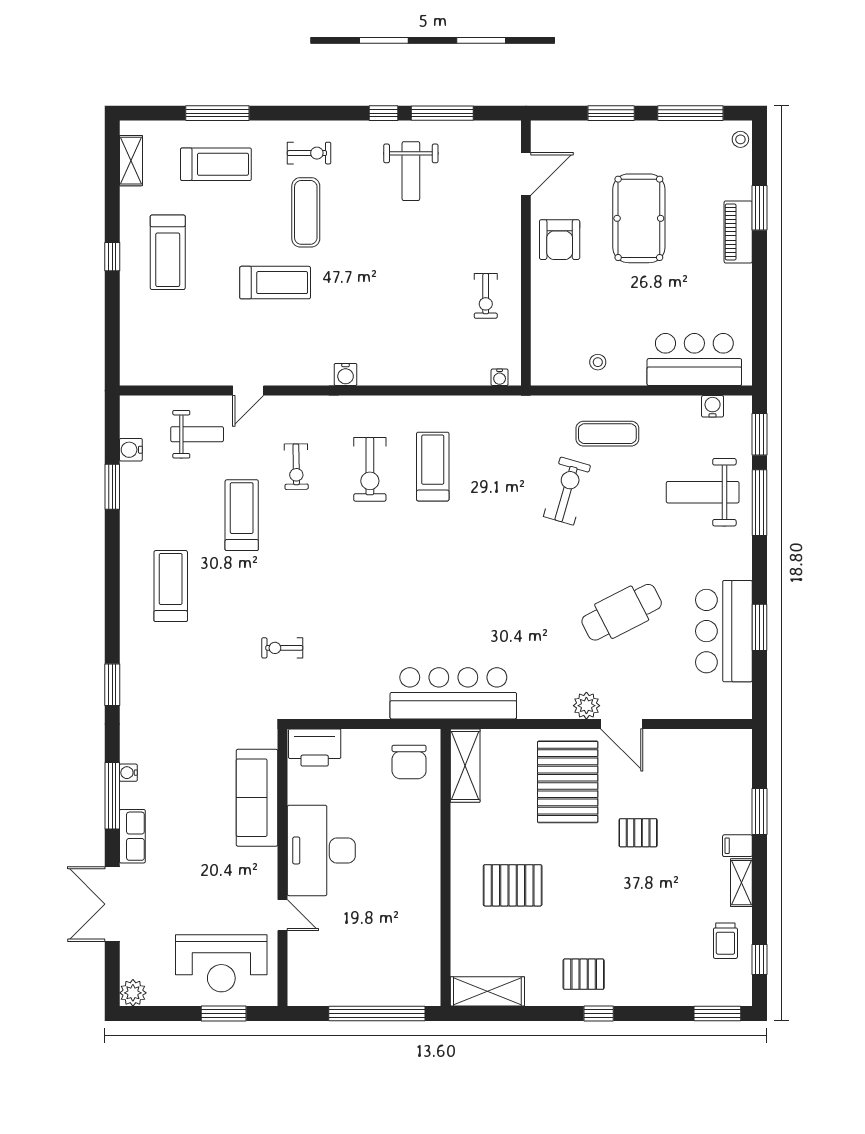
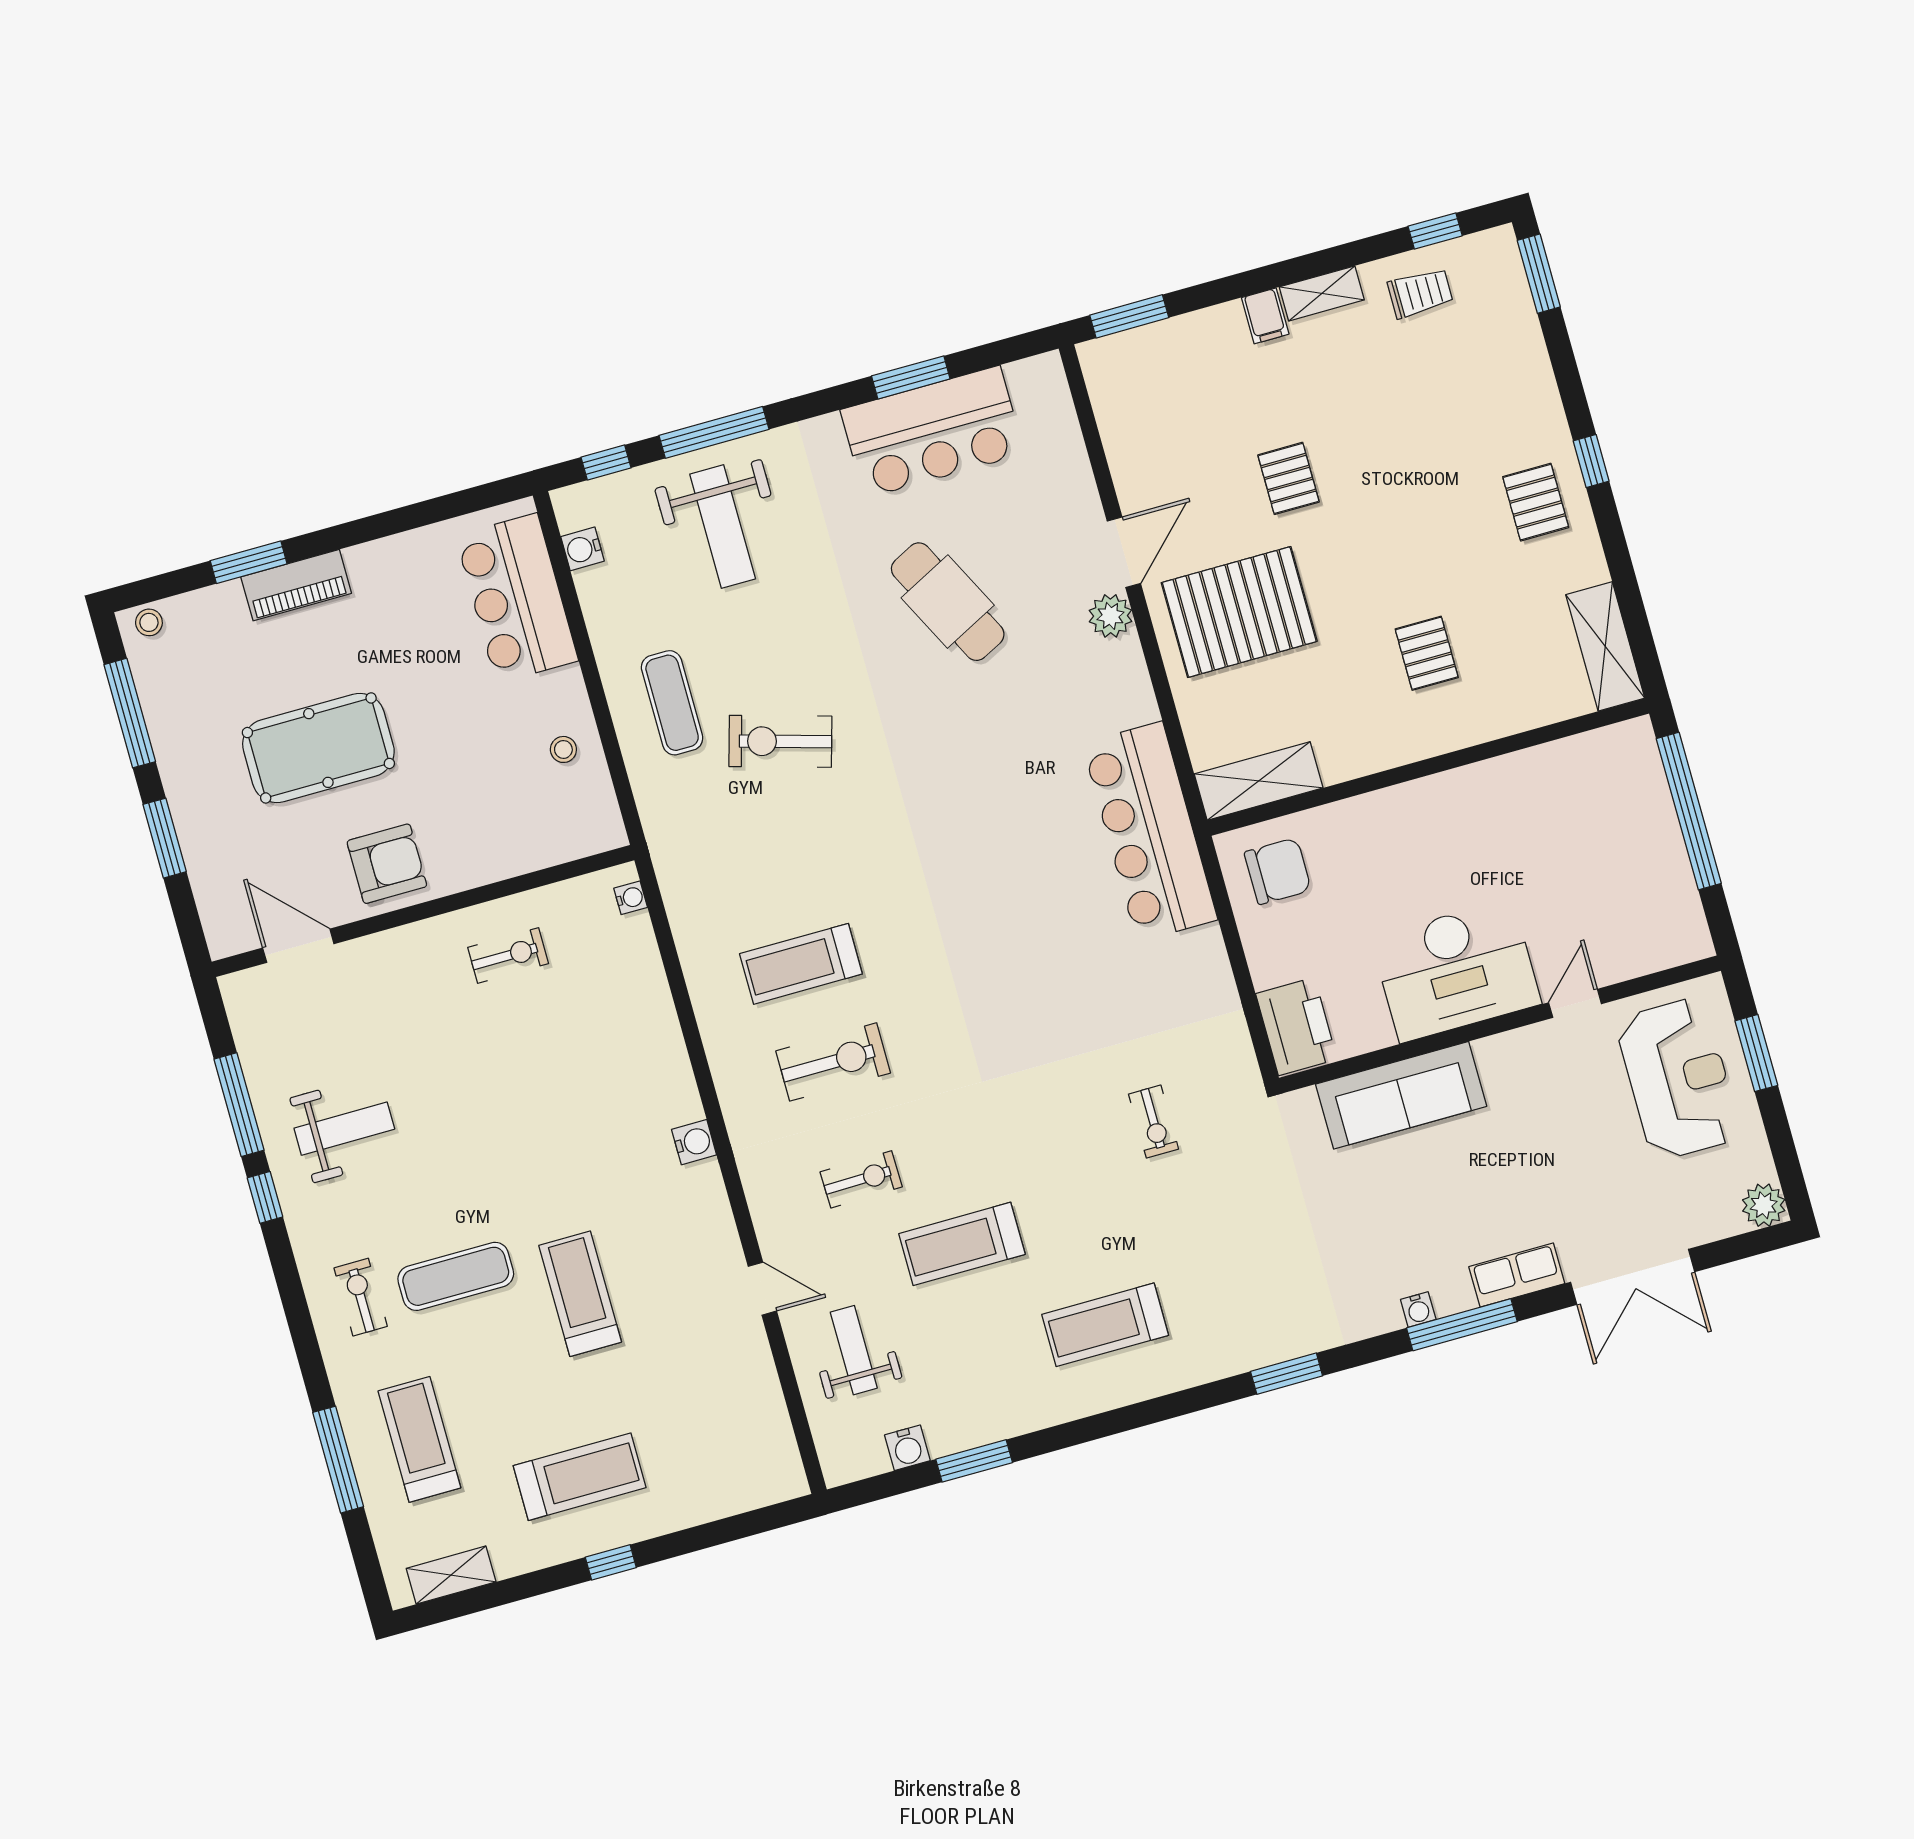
window: (759, 434) -> (606, 462), width x0.67
window: (759, 812) -> (1129, 316), moved
pallet: (513, 885) -> (1427, 653), width x0.67, depth x0.71

